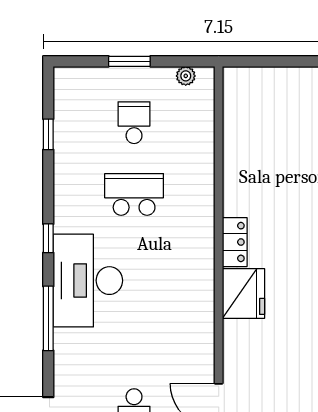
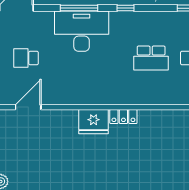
school desk: (134, 194) -> (151, 58), turned 90
desk: (88, 281) -> (82, 31), moved

